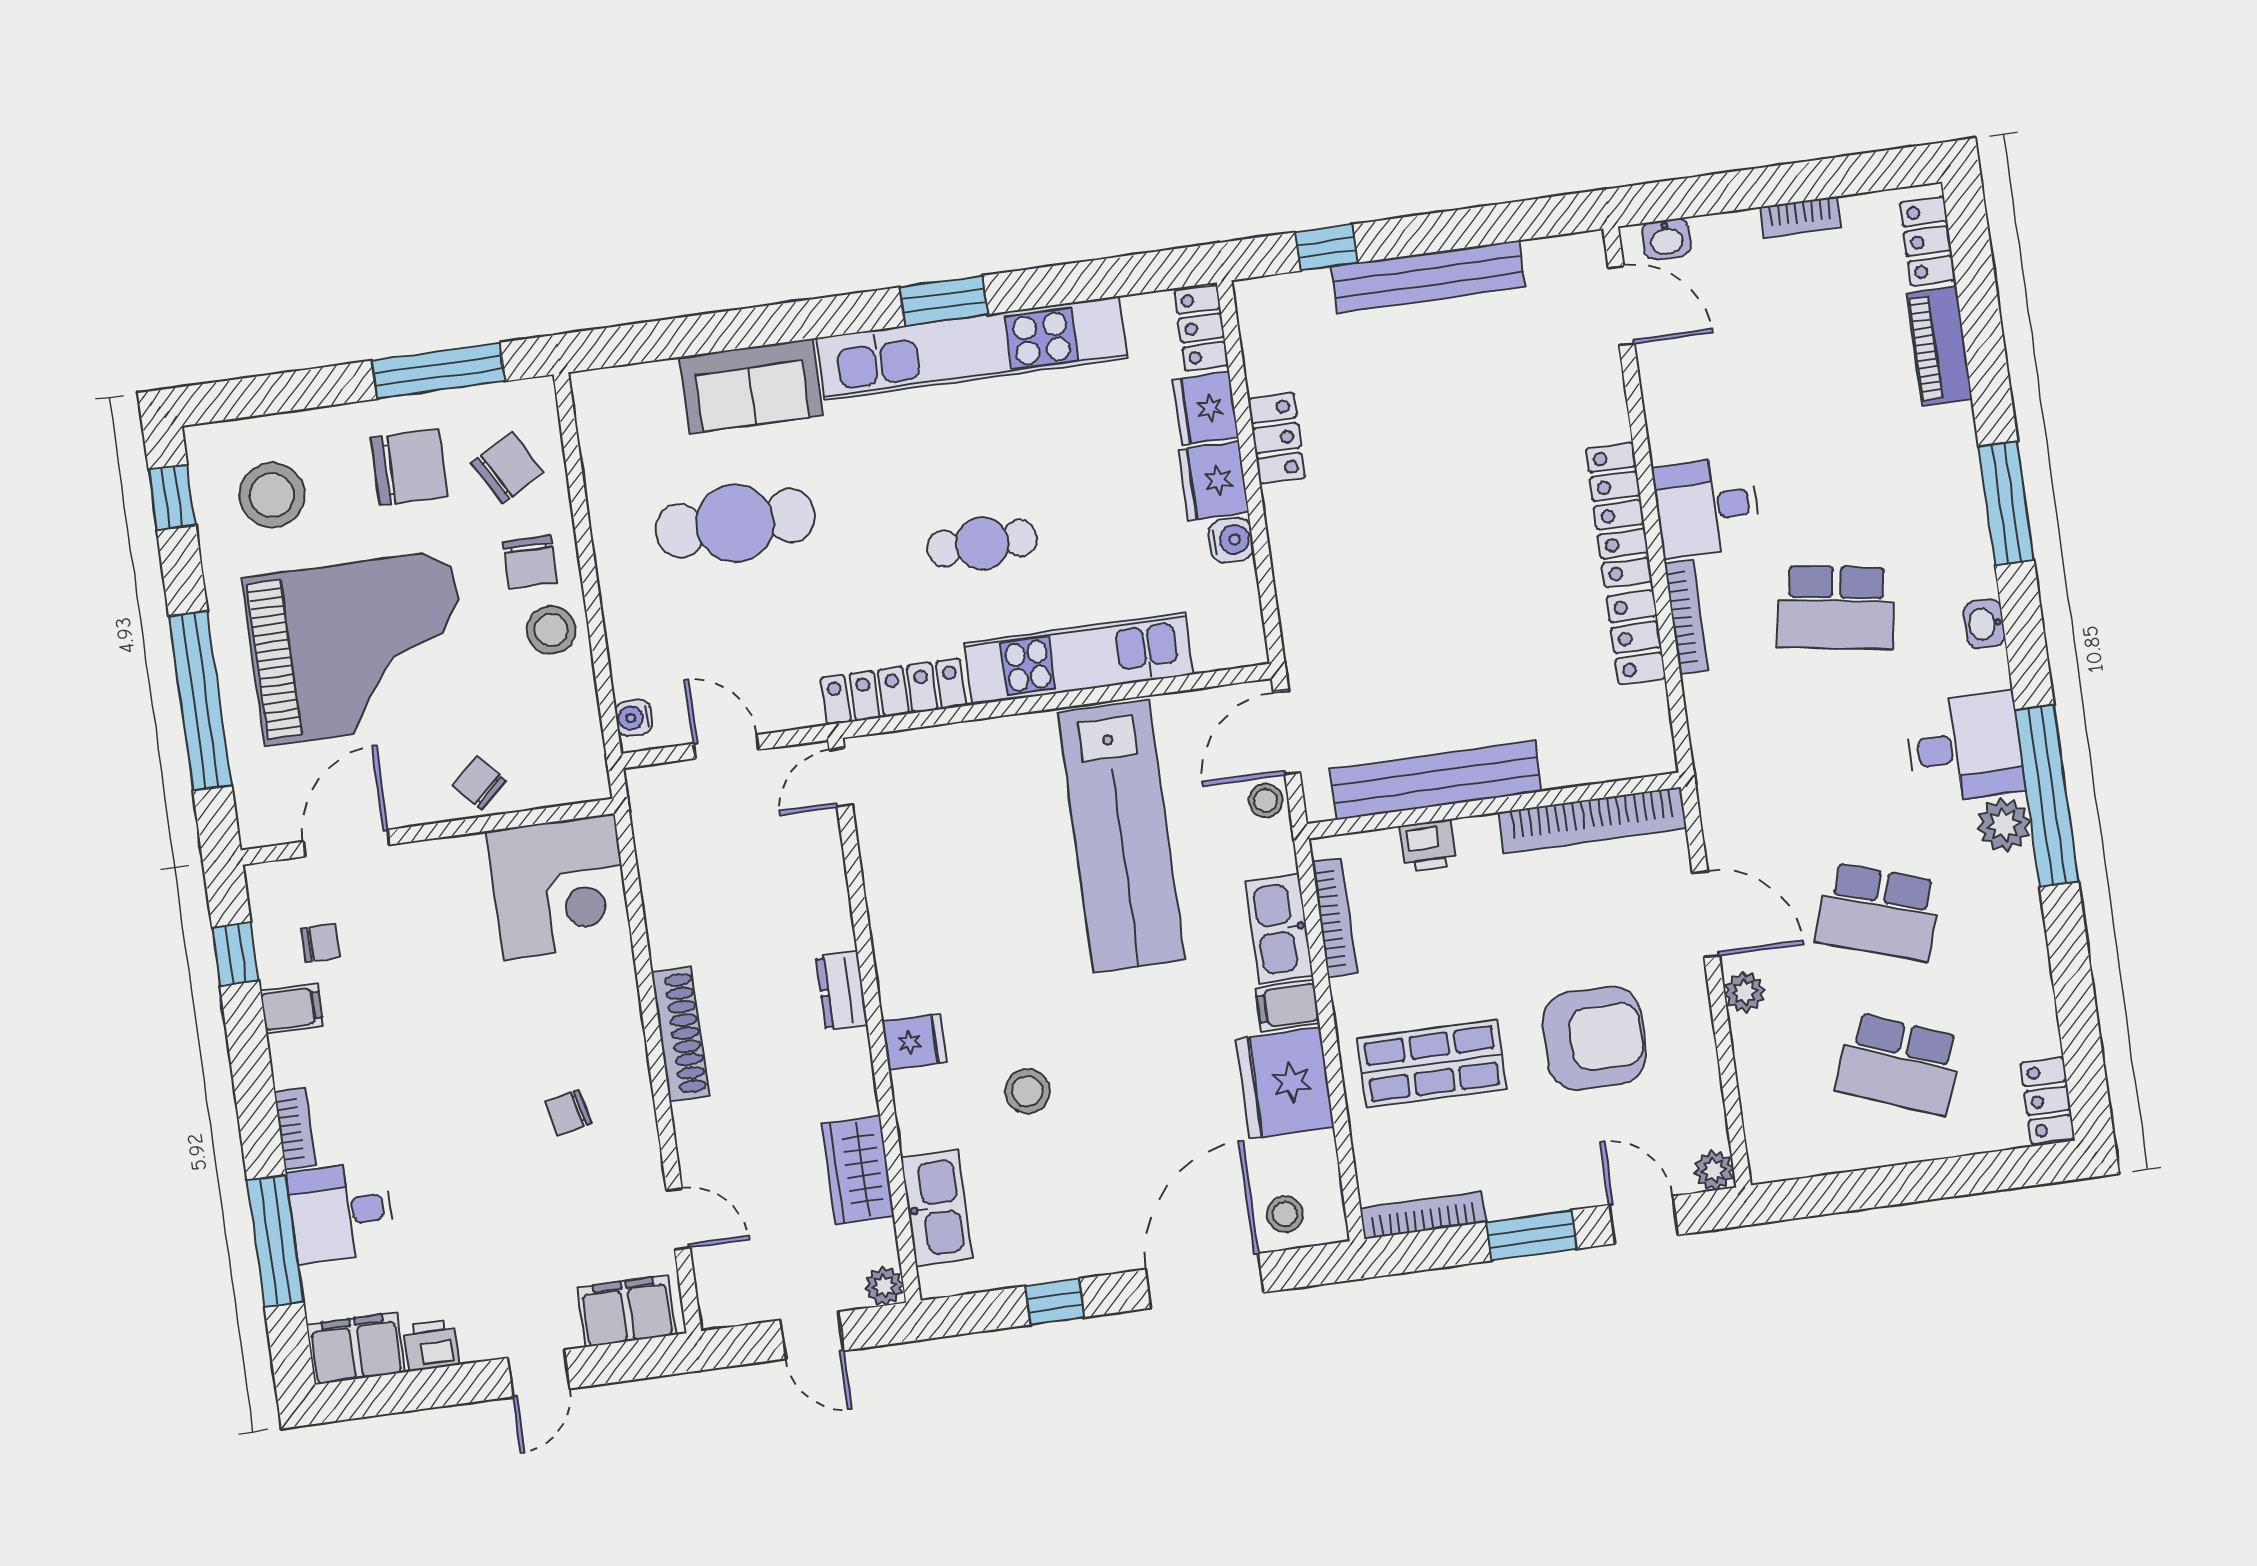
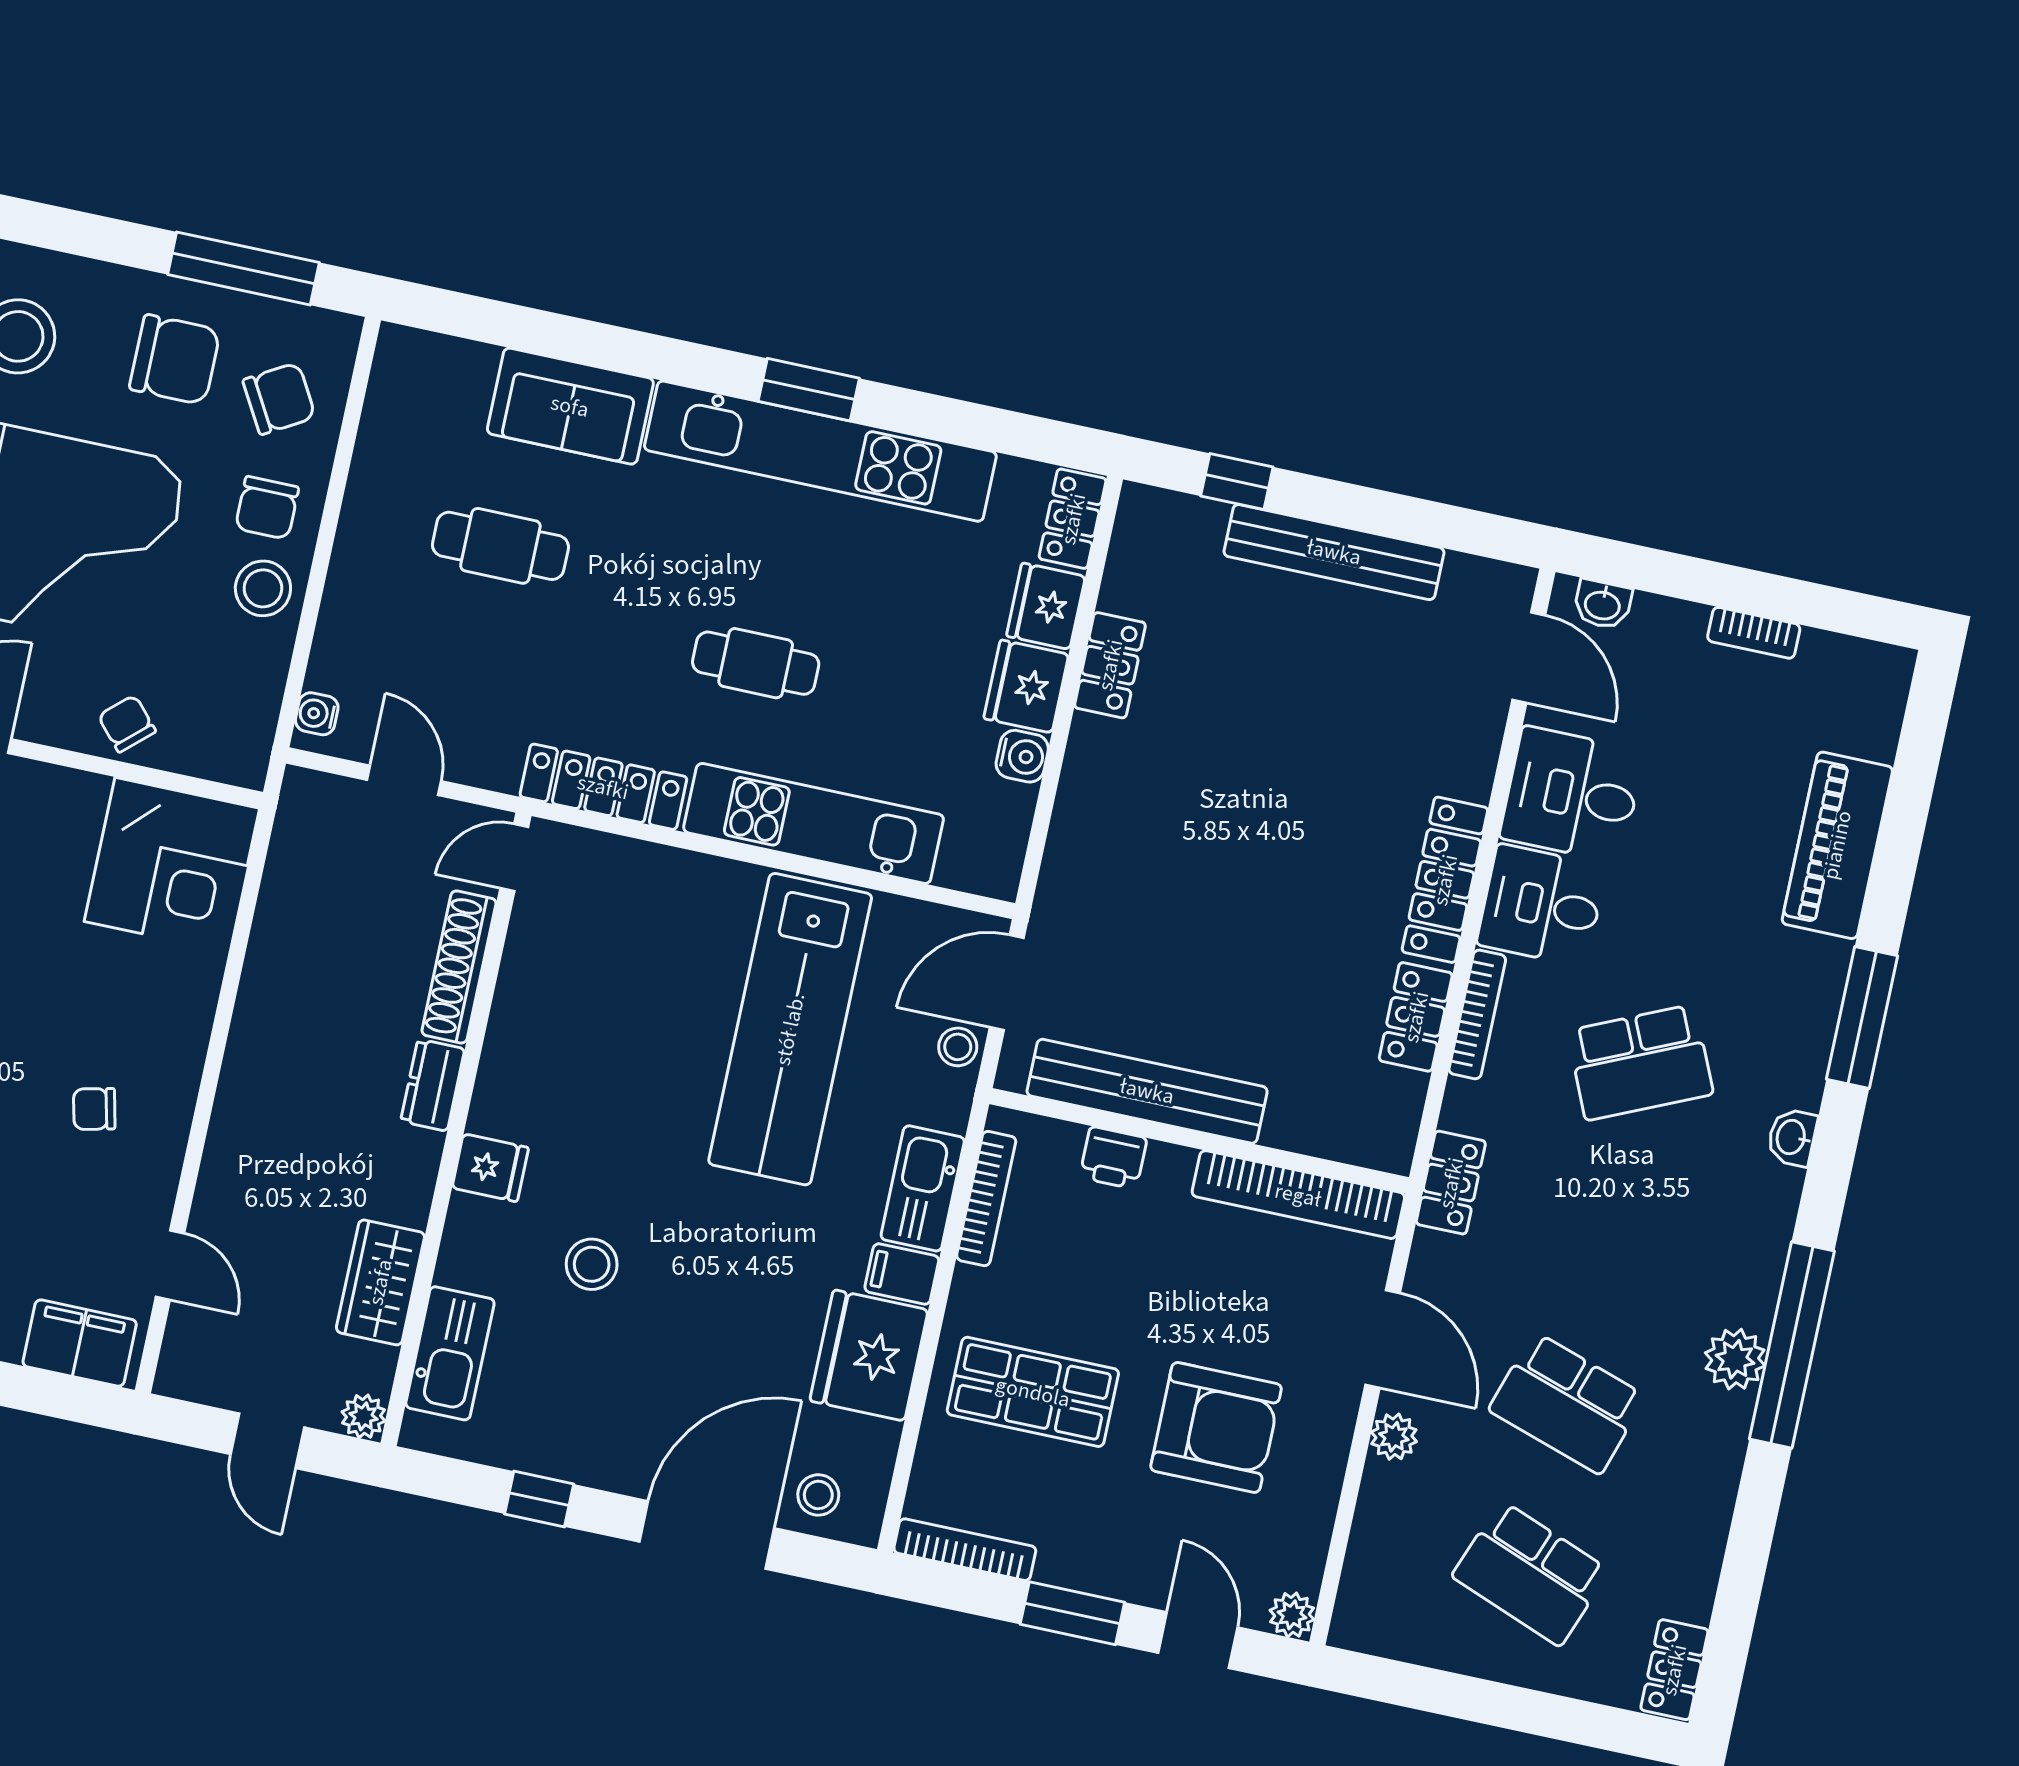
locker: (1928, 241) -> (1451, 1183), moved, turned 180
piano: (1939, 346) -> (1837, 845), width x1.37, depth x1.33
cafe table: (735, 523) -> (500, 546), width x0.73, depth x0.74
school desk: (1836, 607) -> (1640, 1062), turned -33
desk: (1965, 747) -> (1572, 794), moved, turned 180
shoe rack: (680, 1034) -> (459, 967), moved, turned 180

